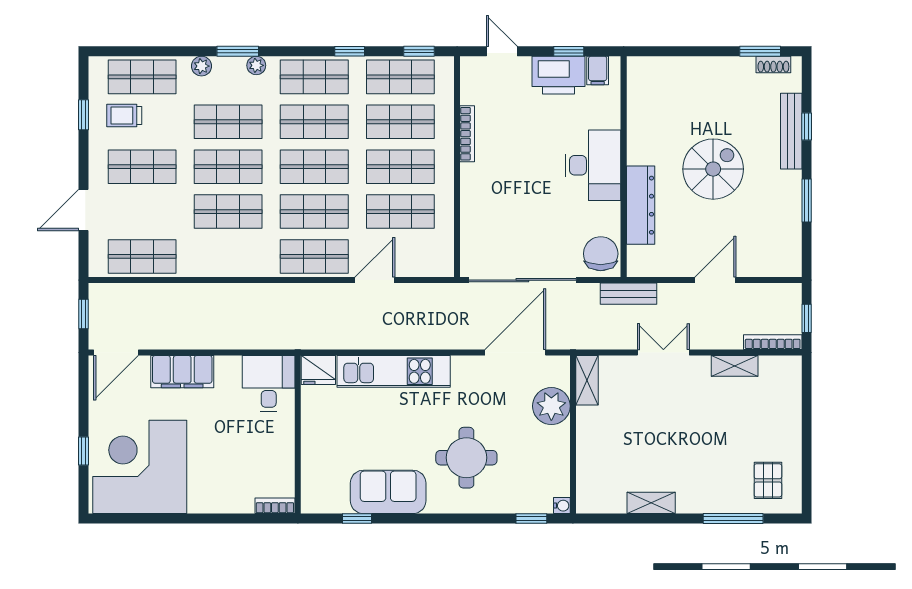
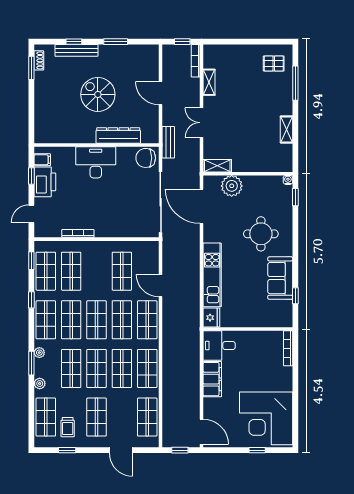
shop shelf: (400, 167) -> (147, 368), moved
filing cabinet: (182, 372) -> (212, 379), moved
bookcase: (275, 506) -> (288, 348), width x1.56

